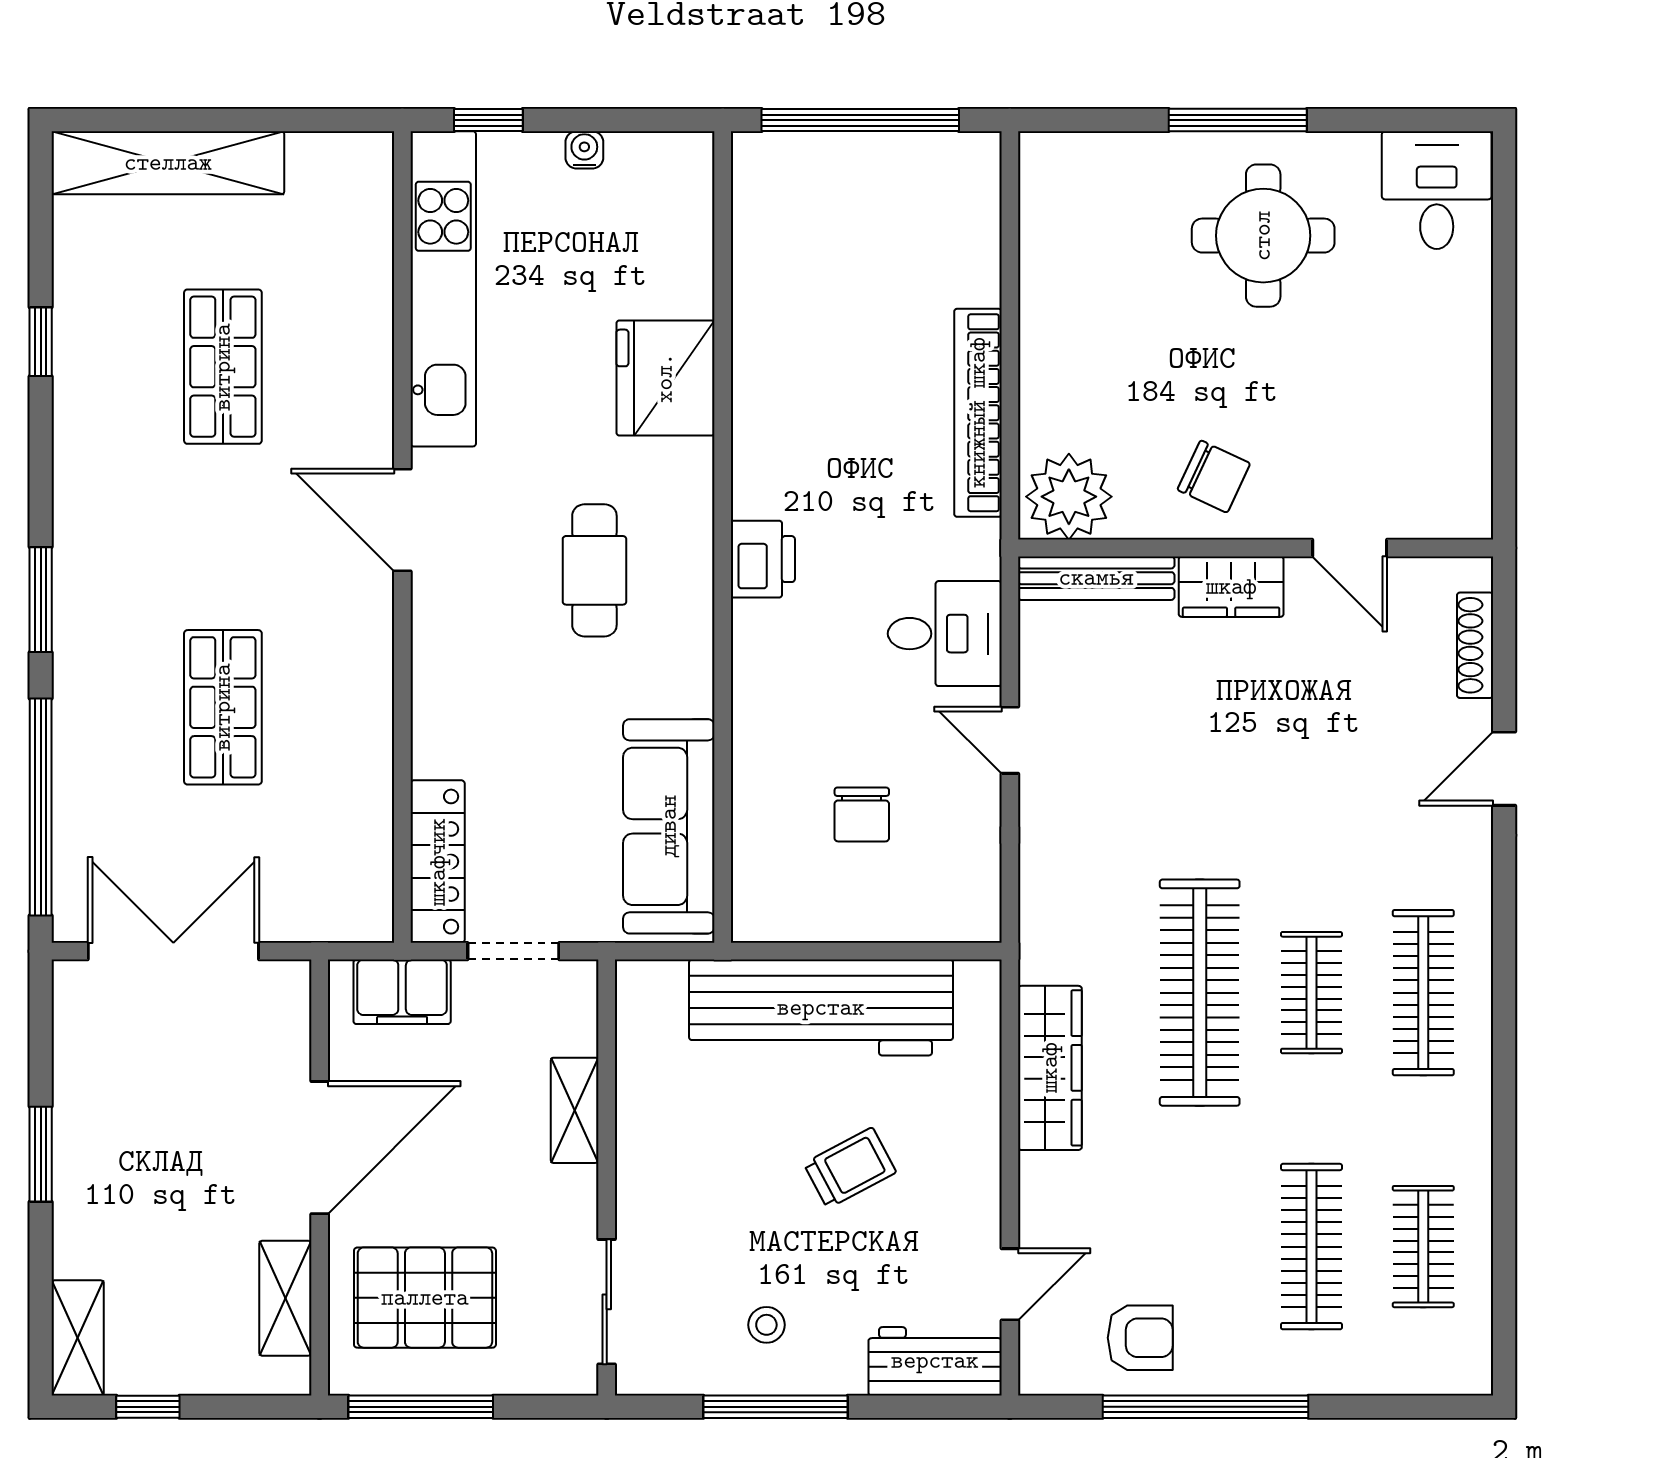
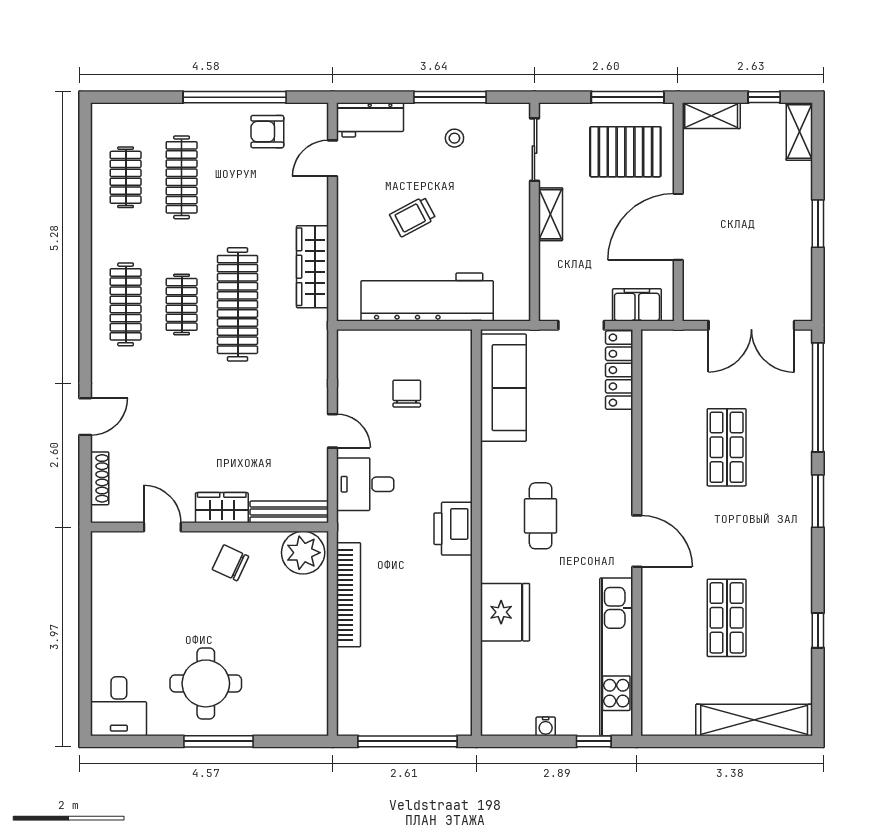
printer: (763, 559) -> (453, 529), width x1.37, depth x1.19
shelving: (575, 1110) -> (550, 214), moved
shelving: (285, 1298) -> (711, 116), moved, turned 90

